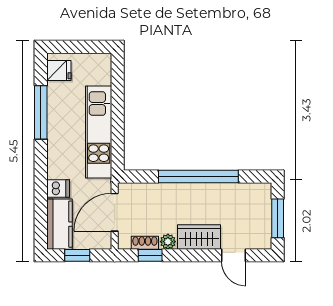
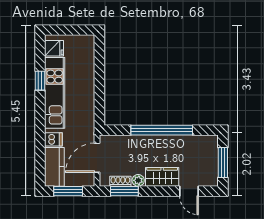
window: (41, 112) -> (40, 81), width x0.46
kitchen unit: (99, 132) -> (55, 93), moved, turned 180
window: (77, 255) -> (68, 191), width x1.50
window: (150, 255) -> (124, 191), width x1.50

